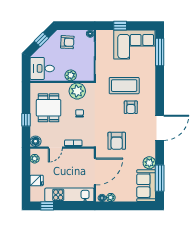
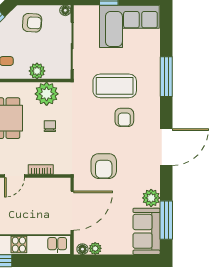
window: (160, 52) -> (166, 77), moved

